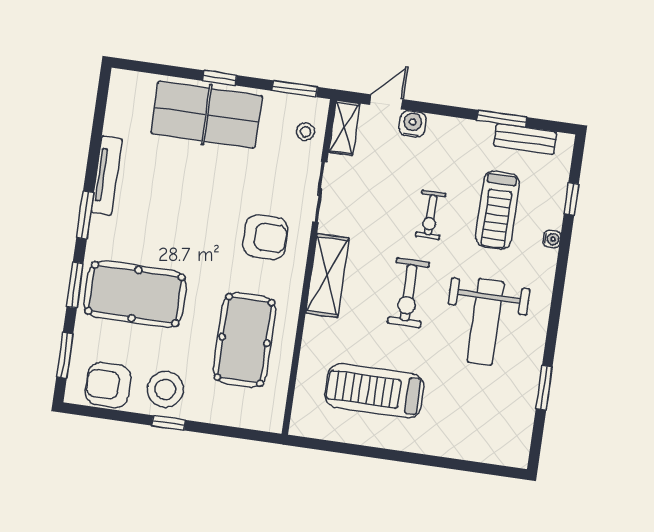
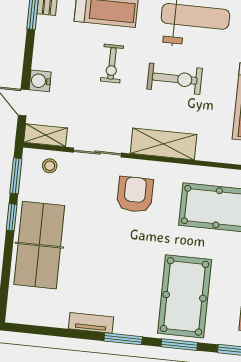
window: (220, 78) -> (12, 217), moved
tv unit: (107, 175) -> (91, 323), width x0.71
exercise bike: (431, 215) -> (112, 63), turned 90

